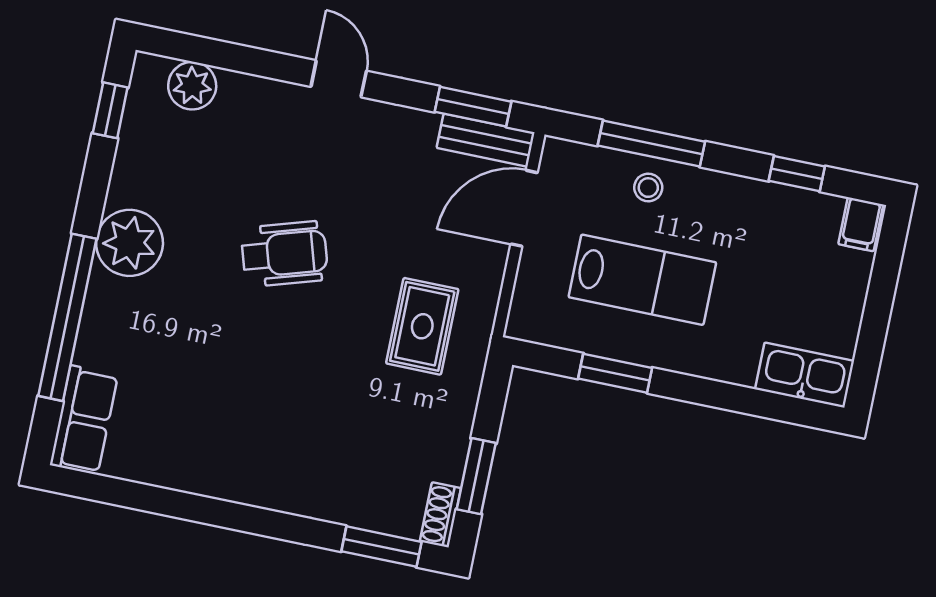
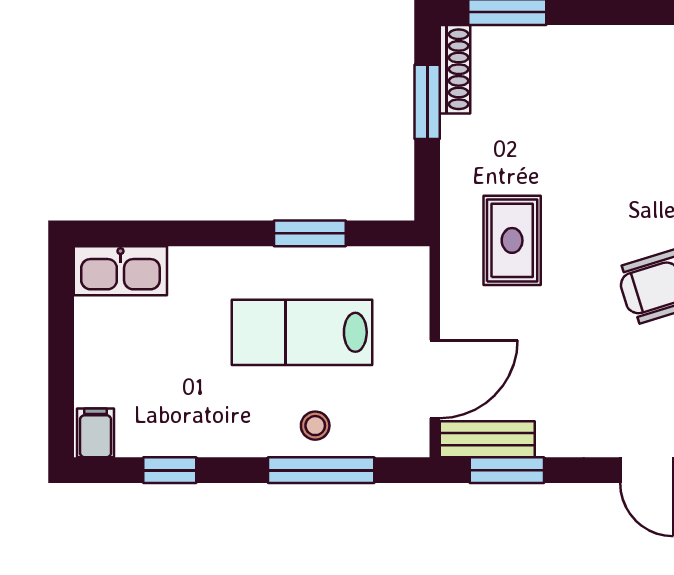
shoe rack: (440, 515) -> (455, 69), width x1.43

